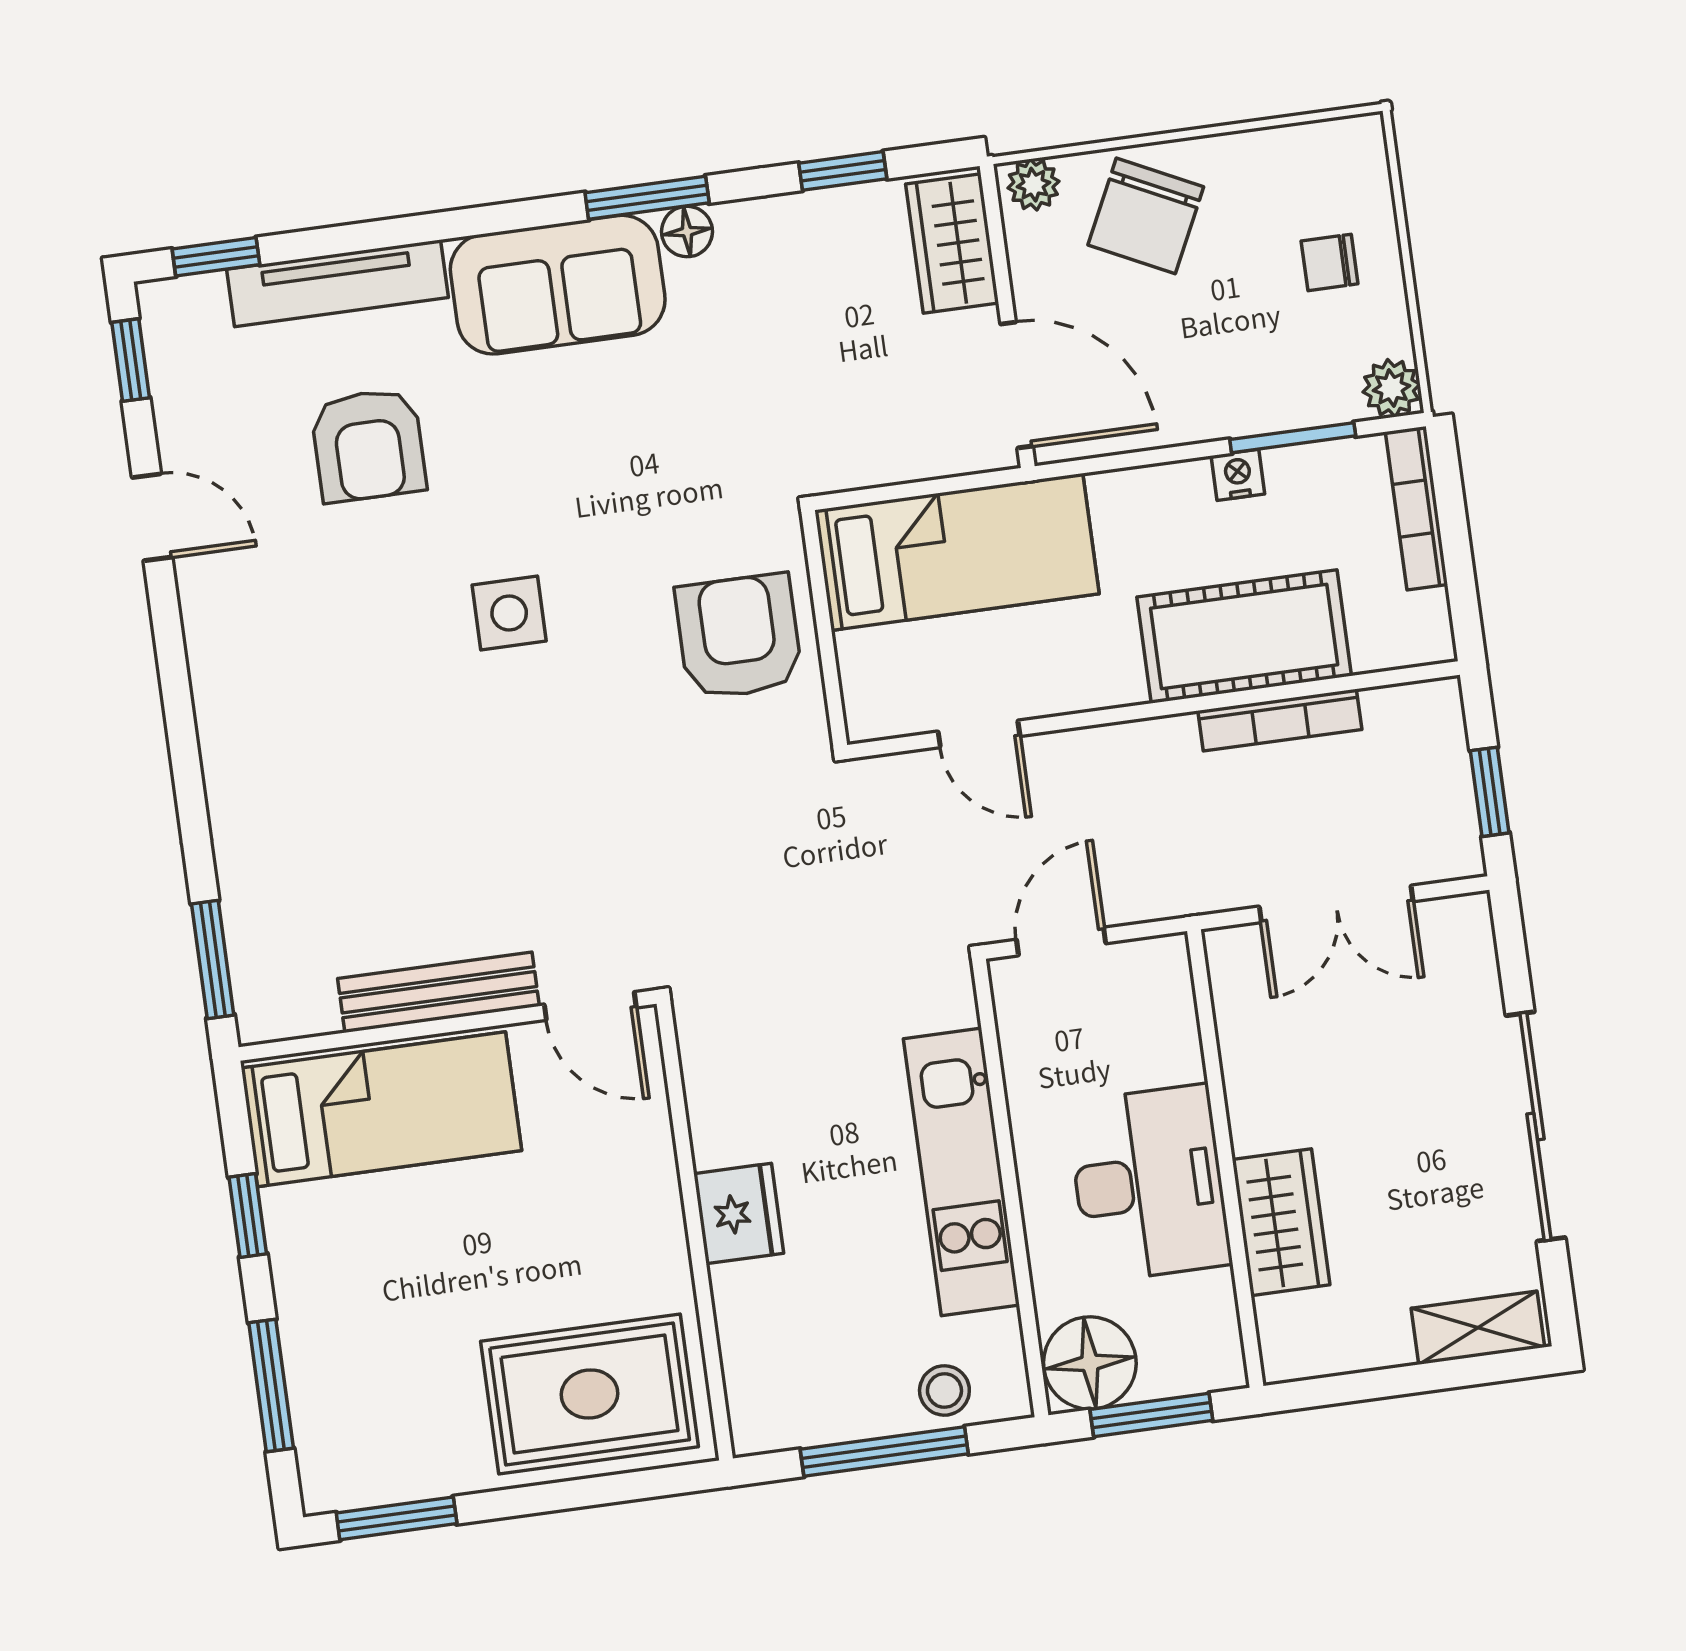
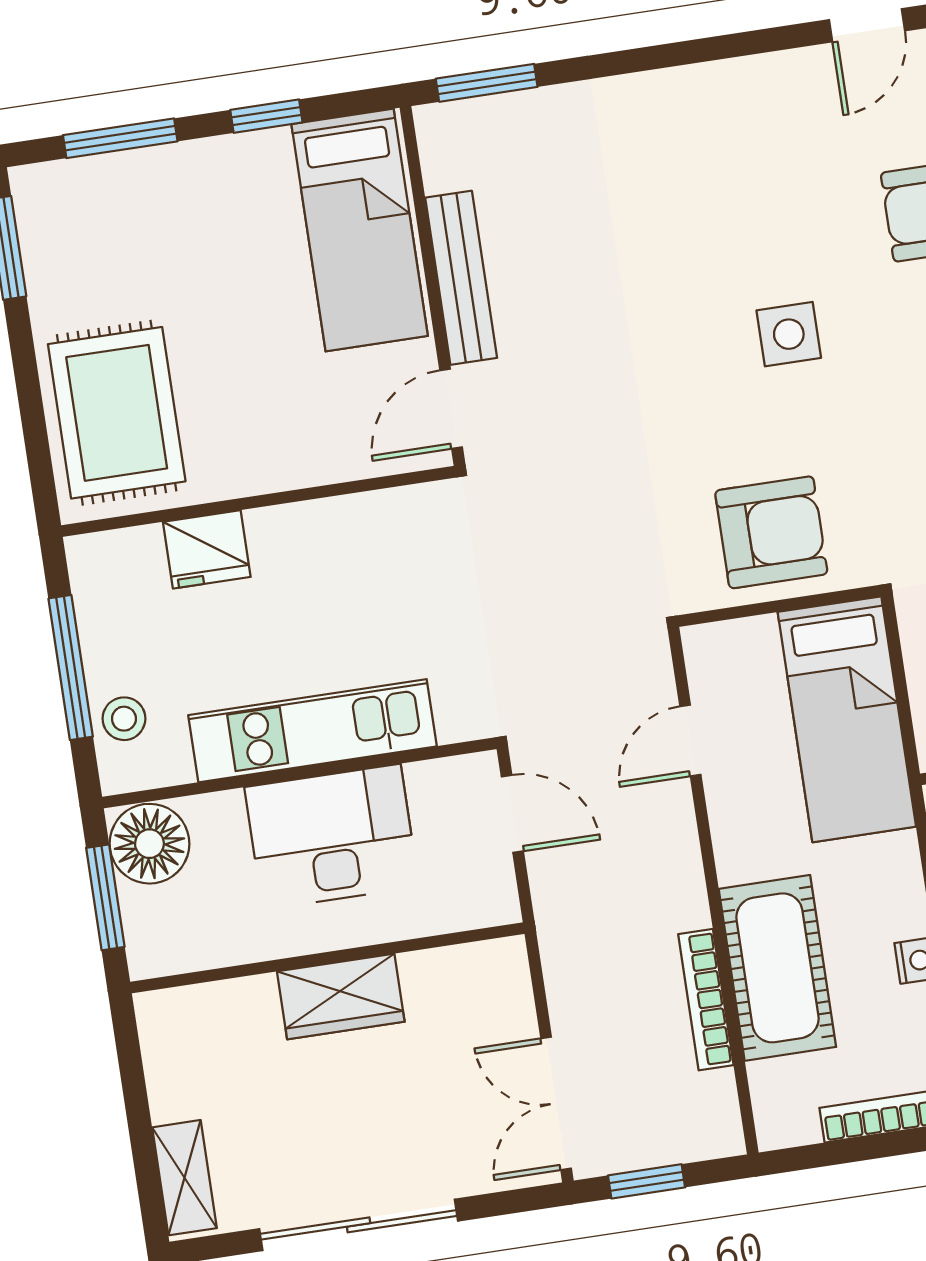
double door: (1336, 904) -> (556, 1103), moved
desk: (1149, 1183) -> (332, 837), moved, turned 180
fridge: (739, 1213) -> (207, 549), moved
wardrobe: (1281, 1222) -> (341, 997), moved

